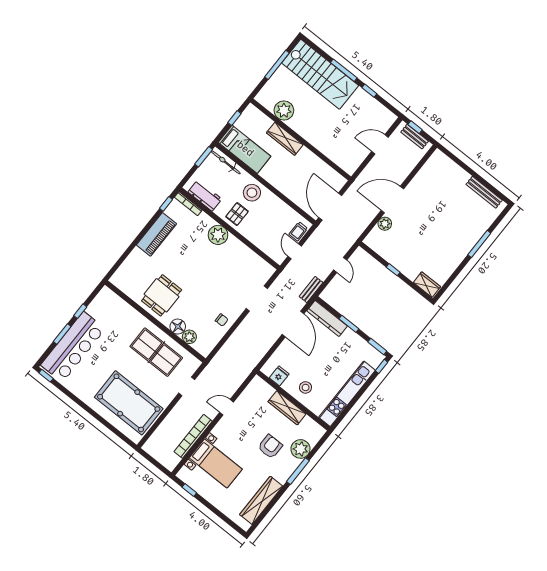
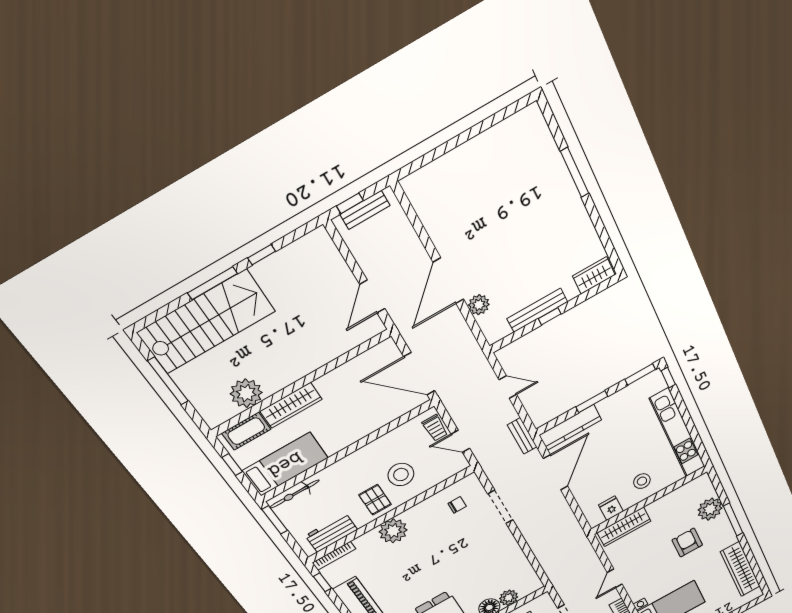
cot: (259, 119) -> (246, 431), added
door: (380, 144) -> (372, 297), moved
bench: (484, 192) -> (537, 310), moved
stool: (252, 193) -> (401, 475), moved
chair: (222, 320) -> (457, 505), moved
door: (293, 324) -> (556, 472), hinge flipped
wardrobe: (287, 408) -> (624, 527), moved

